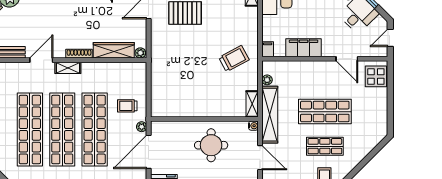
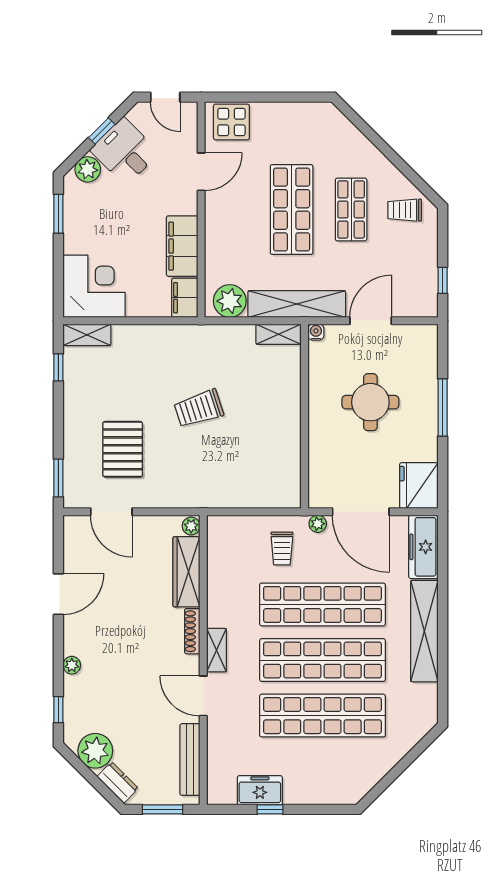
filing cabinet: (268, 49) -> (185, 298), width x2.00
trolley: (234, 59) -> (199, 408), moved, turned -80
plant: (267, 80) -> (230, 301), width x1.87, depth x1.87
round table: (211, 145) -> (370, 402), moved

